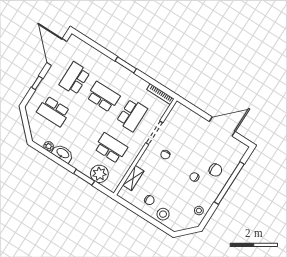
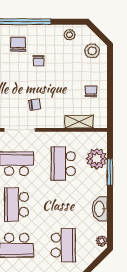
plant: (49, 146) -> (102, 241), moved
stool: (163, 214) -> (92, 51), moved

